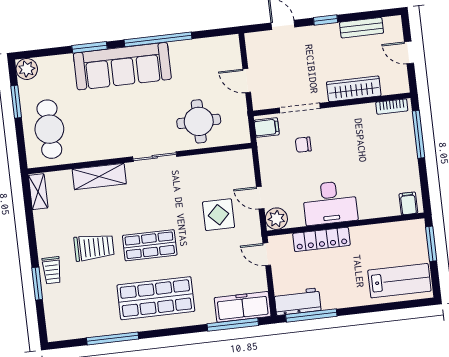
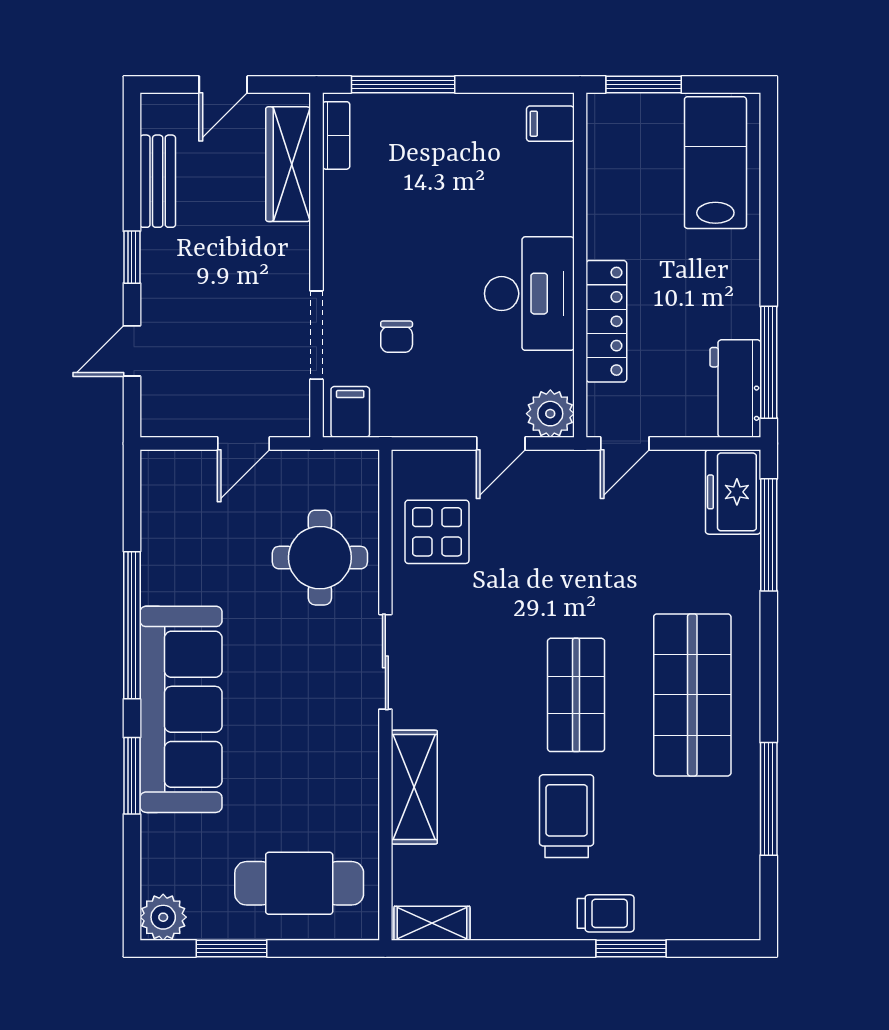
wardrobe: (354, 89) -> (288, 164), moved
display table: (219, 215) -> (437, 532), moved
freezer: (243, 307) -> (733, 492), width x0.71

